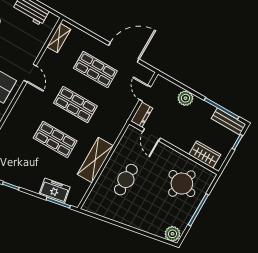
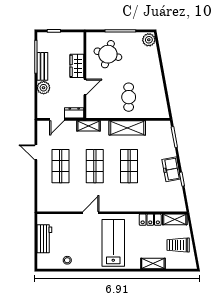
shelving: (59, 38) -> (88, 126), moved
door: (124, 52) -> (36, 152), width x0.53
bench: (229, 121) -> (42, 66), moved
door: (152, 135) -> (85, 87), moved
wardrobe: (205, 155) -> (77, 66), moved
cafe table: (126, 180) -> (129, 97), turned 90
freezer: (55, 191) -> (171, 169), moved

